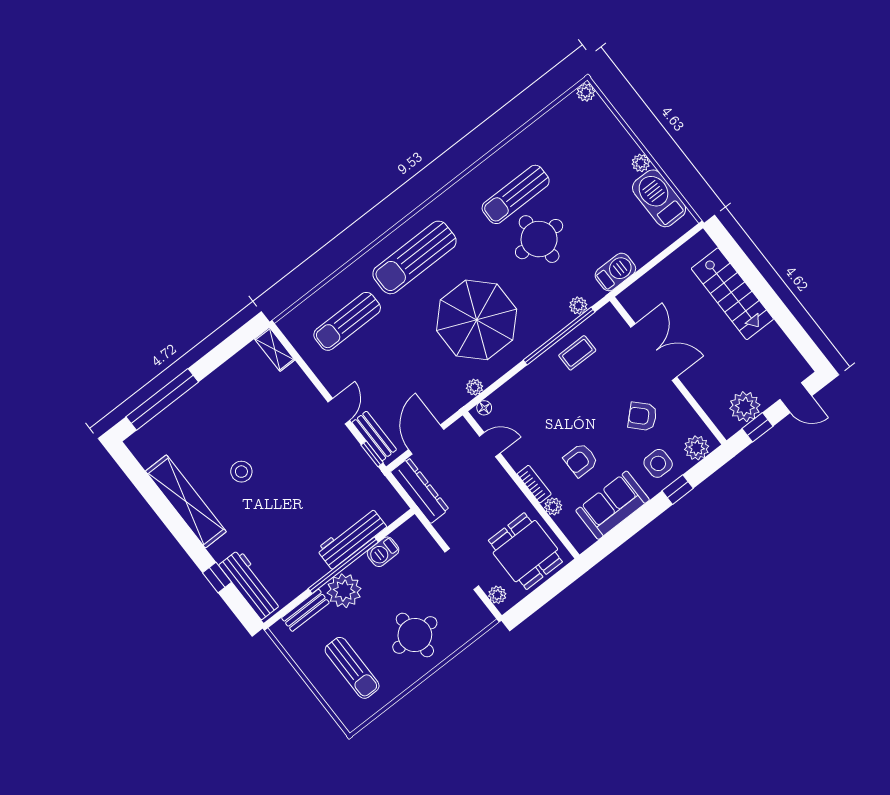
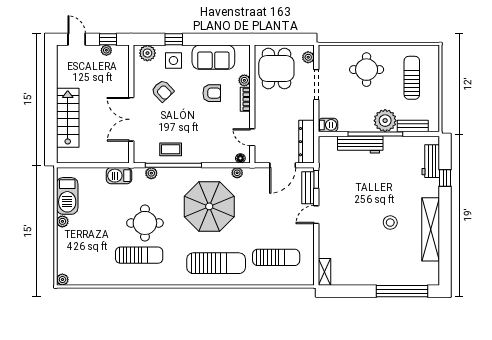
plant: (745, 407) -> (106, 50), width x0.53, depth x0.53
barbecue: (383, 552) -> (328, 125), moved
workbench: (250, 585) -> (431, 161), width x0.73

